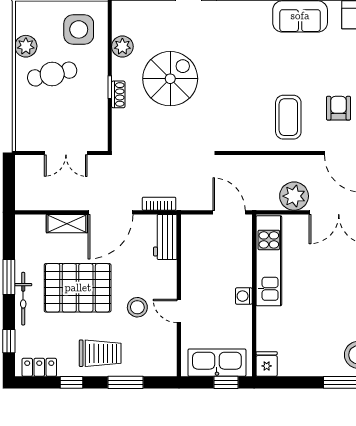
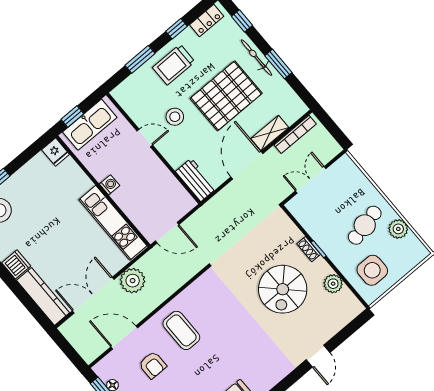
bookcase: (159, 204) -> (295, 134), moved, width x1.56

